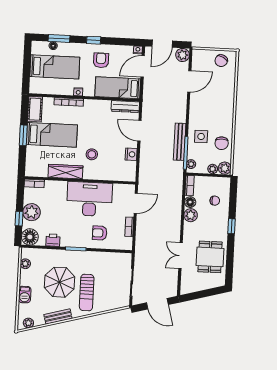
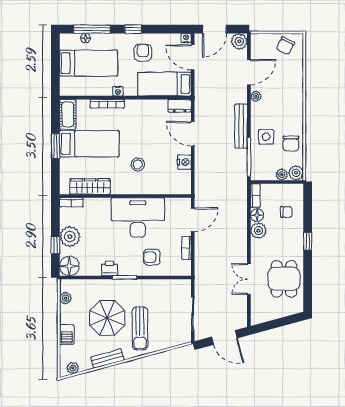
window: (59, 38) -> (92, 29), width x1.44
door: (143, 66) -> (193, 57), hinge flipped
dresser: (125, 107) -> (180, 106), width x0.70
bench: (180, 142) -> (241, 126), moved
plant: (191, 164) -> (256, 96), moved
wardrobe: (65, 172) -> (90, 186), moved
printer: (53, 240) -> (110, 268), moved

